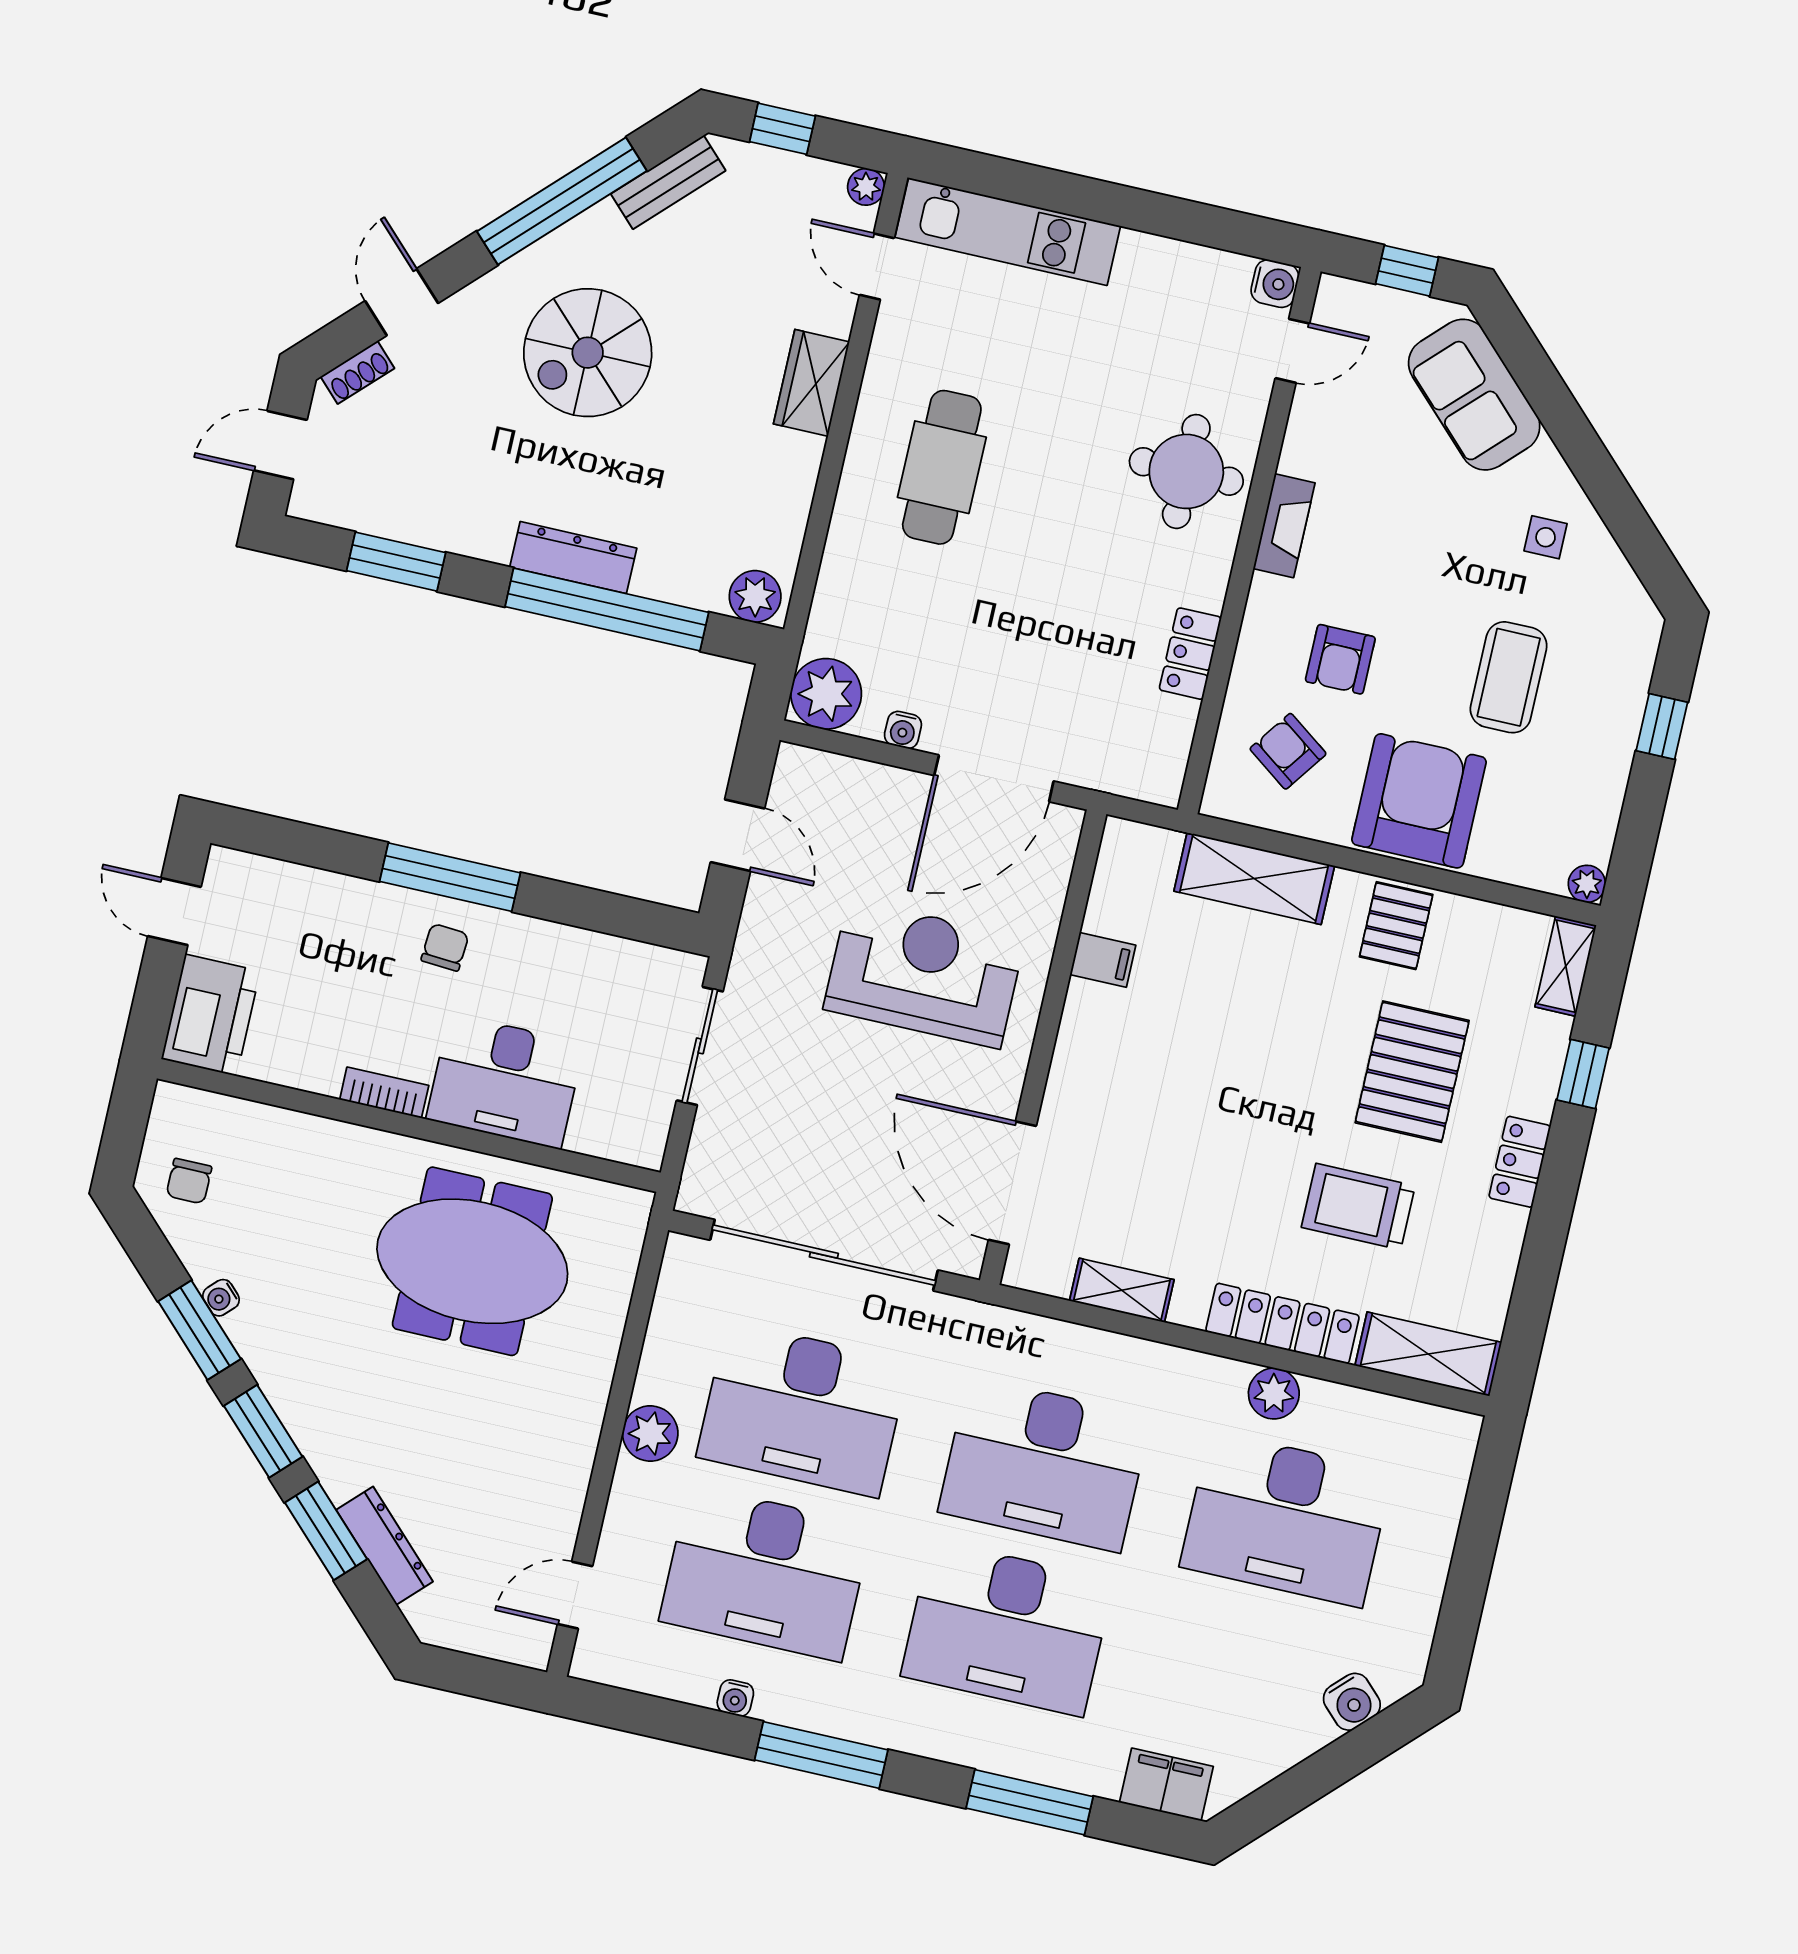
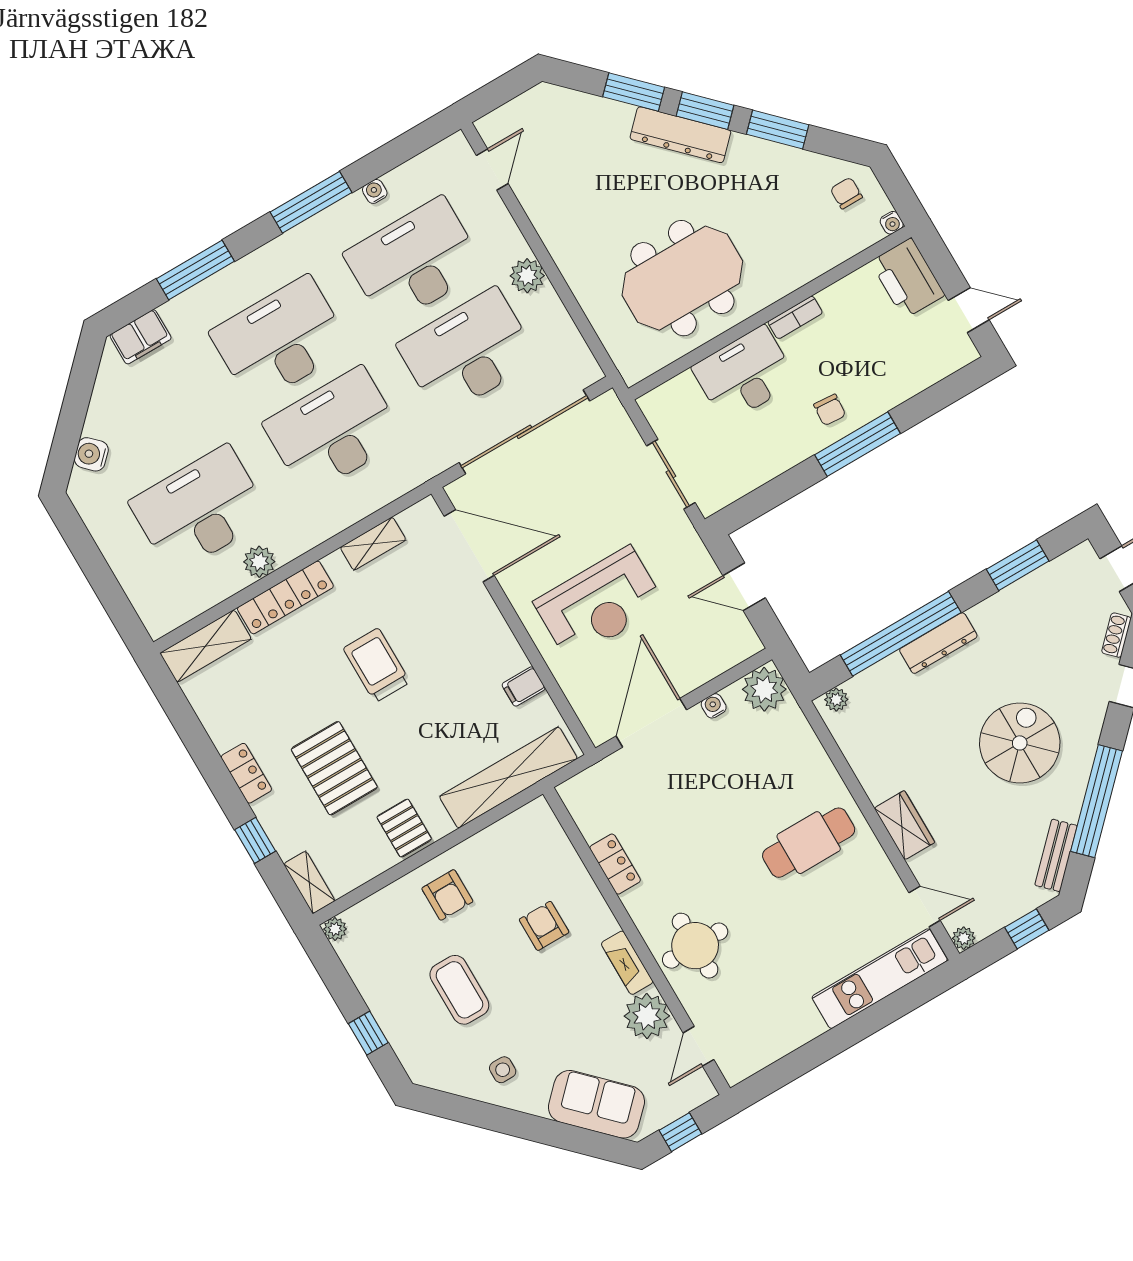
water cooler: (1275, 284) -> (735, 1070), removed
plant: (1319, 442) -> (647, 1016), added
cafe table: (942, 467) -> (809, 843), turned 90
plant: (755, 596) -> (836, 700), width x0.73, depth x0.73
armchair: (1288, 751) -> (528, 861), removed
armchair: (1419, 801) -> (447, 895), width x0.53, depth x0.53
shelving: (1254, 878) -> (508, 777), width x1.47
trolley: (1358, 1207) -> (377, 665), moved, turned -90
water cooler: (221, 1298) -> (892, 223), moved, turned 135
dresser: (385, 1546) -> (680, 135), moved, width x1.37, depth x1.24

